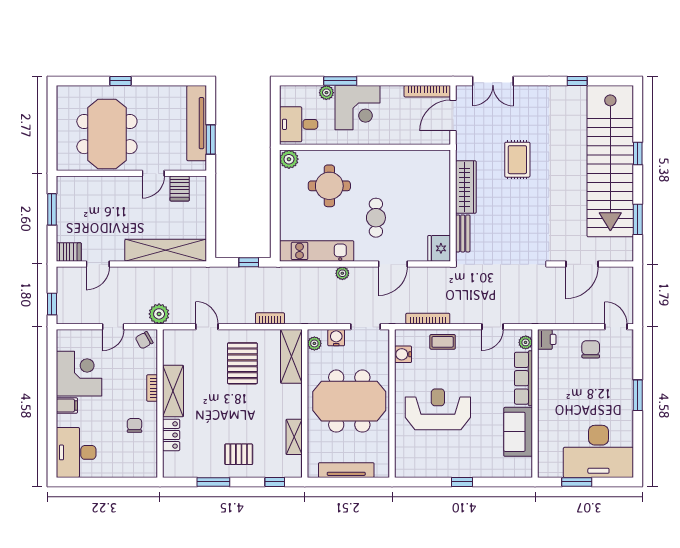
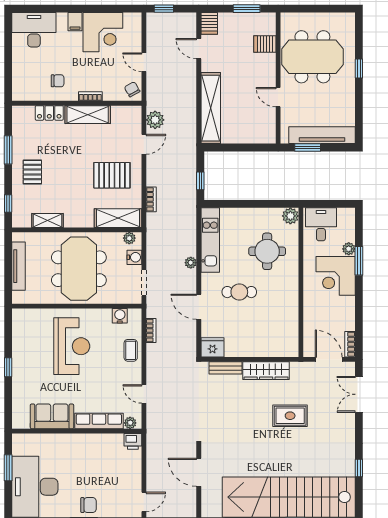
bookcase: (427, 91) -> (350, 344), width x0.64
server rack: (180, 189) -> (265, 44), moved
plant: (159, 314) -> (155, 120), moved
bookcase: (428, 319) -> (151, 331), width x0.64
chair: (591, 349) -> (89, 505), moved

